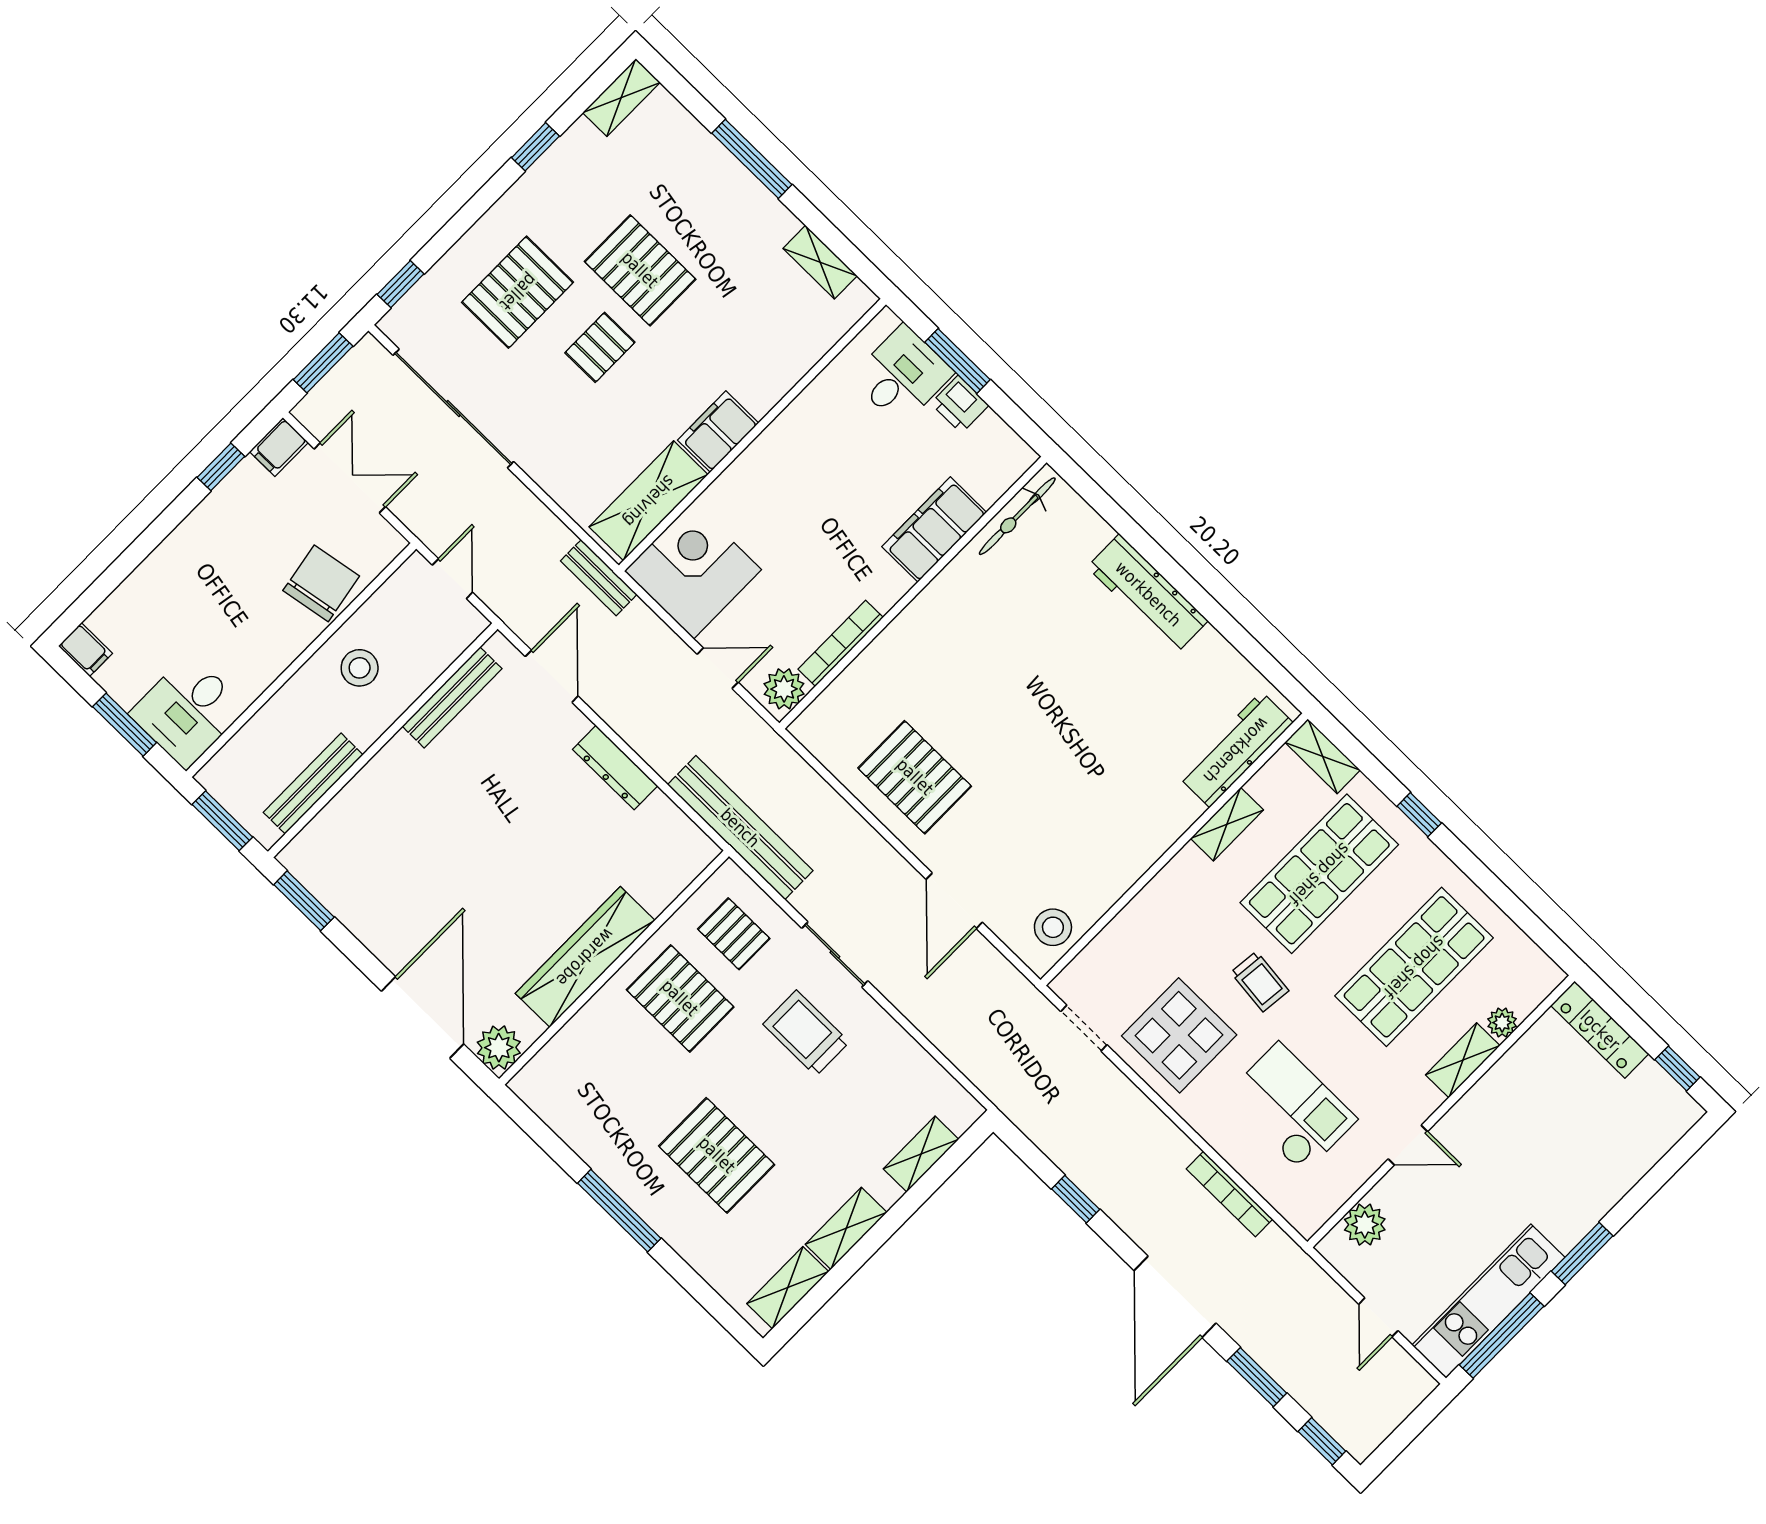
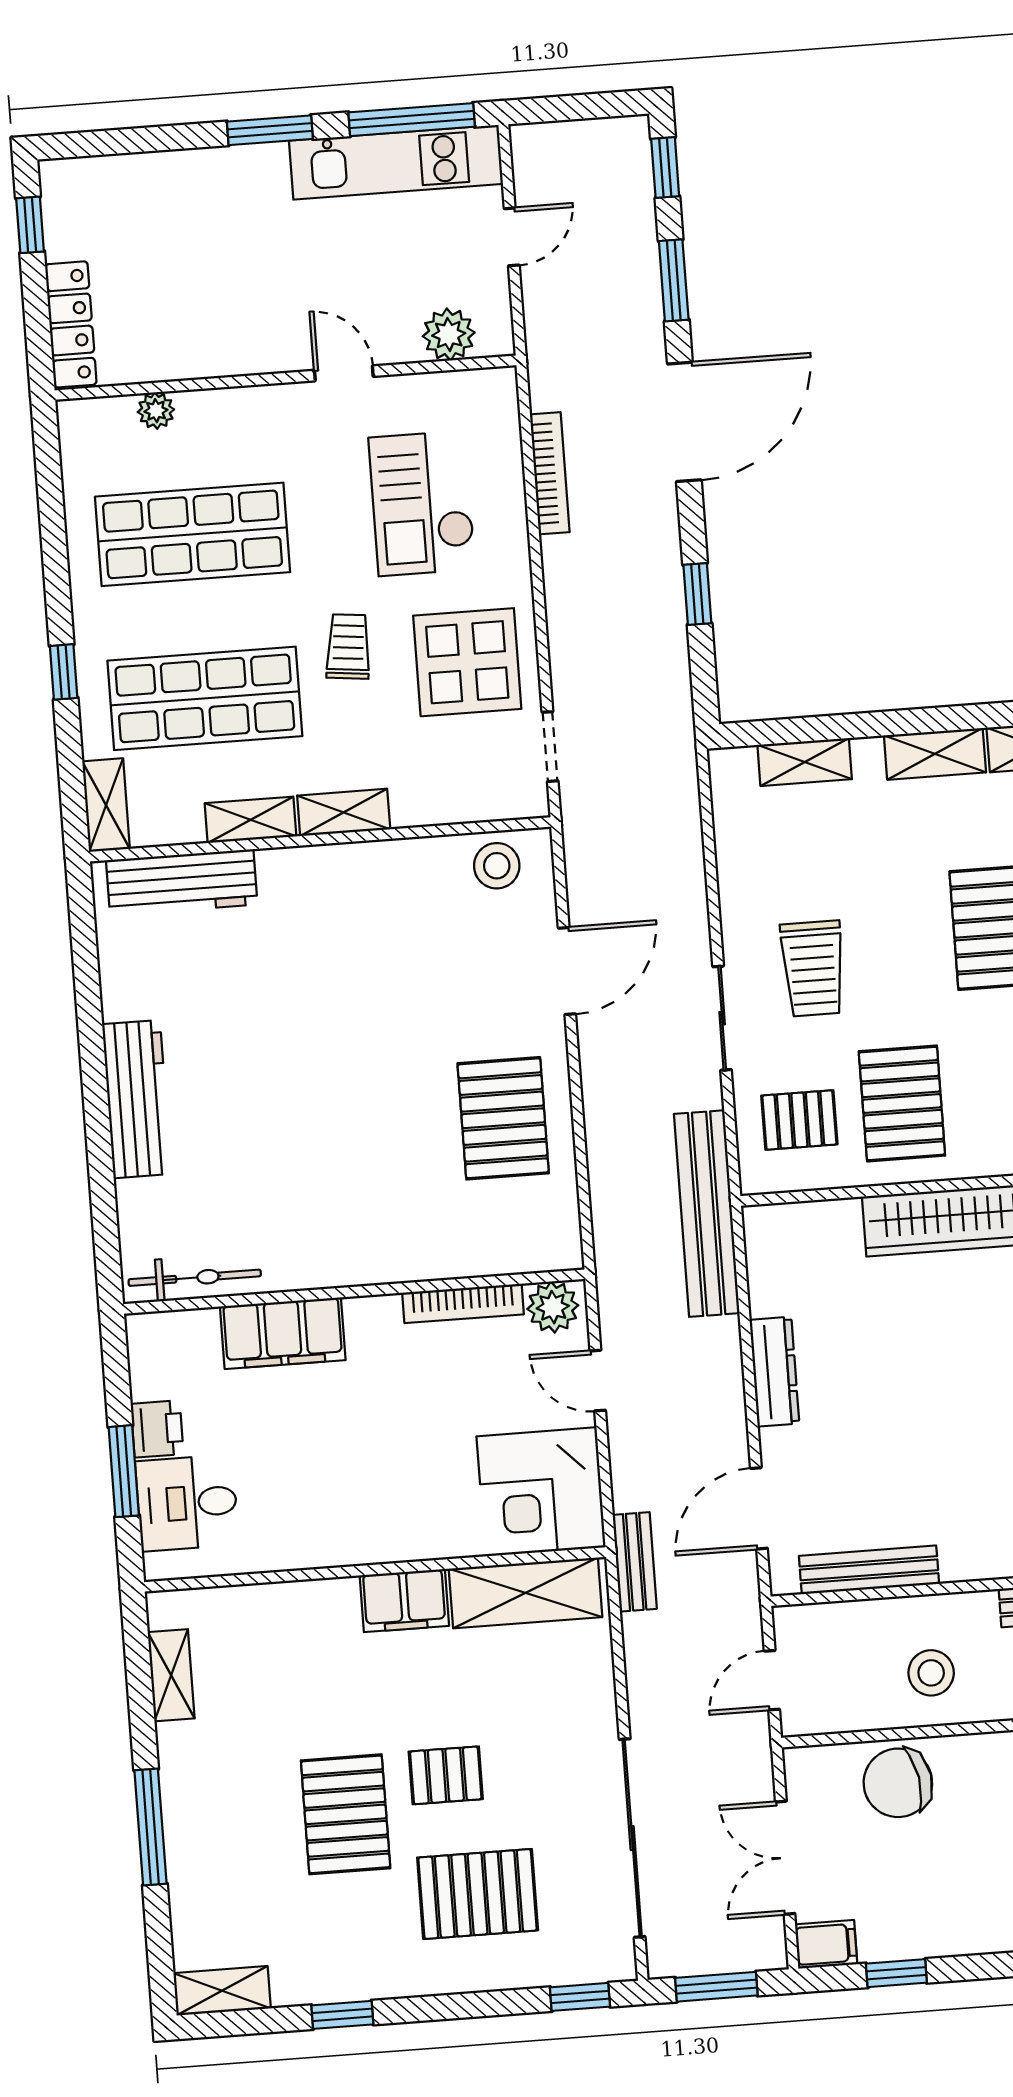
pallet: (734, 934) -> (799, 1120), turned 90
shelving: (1463, 1060) -> (344, 812), moved

